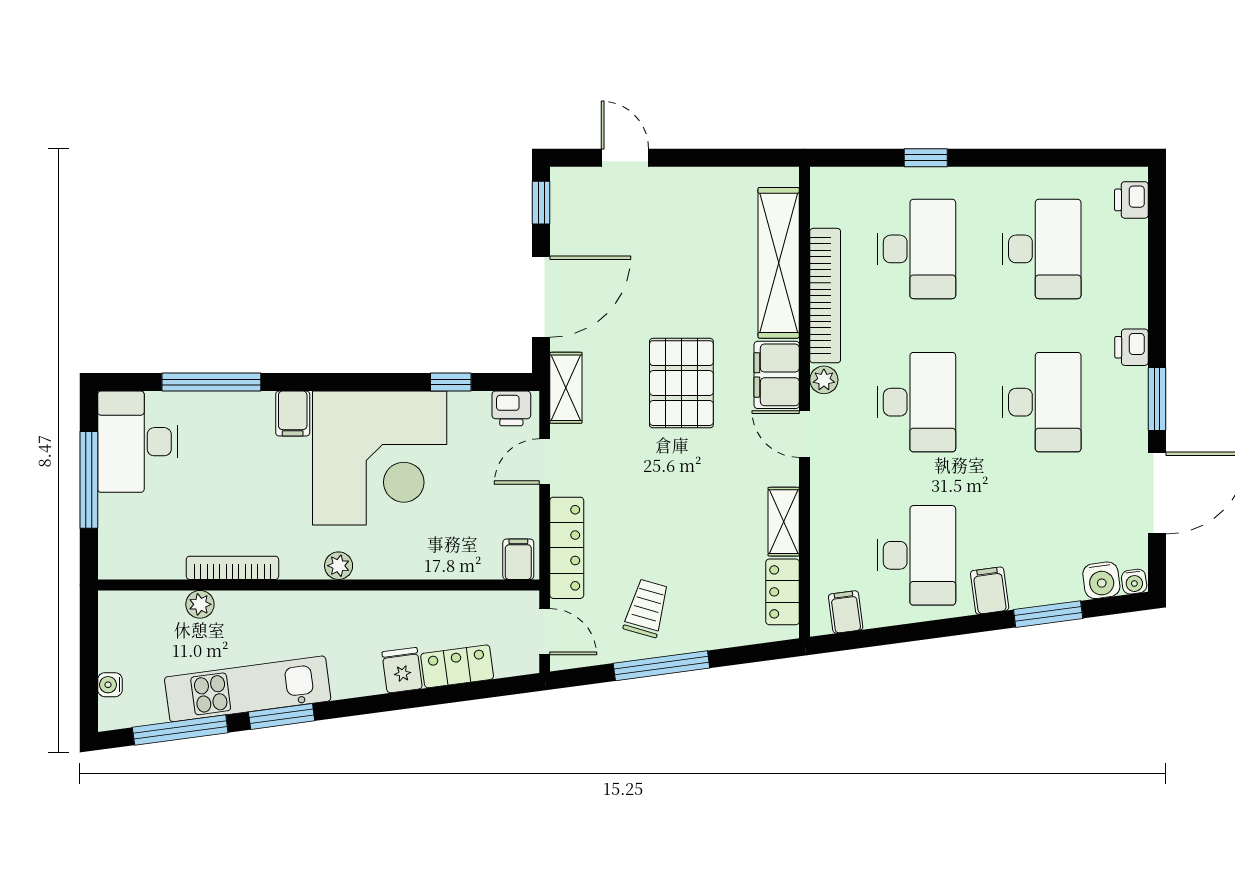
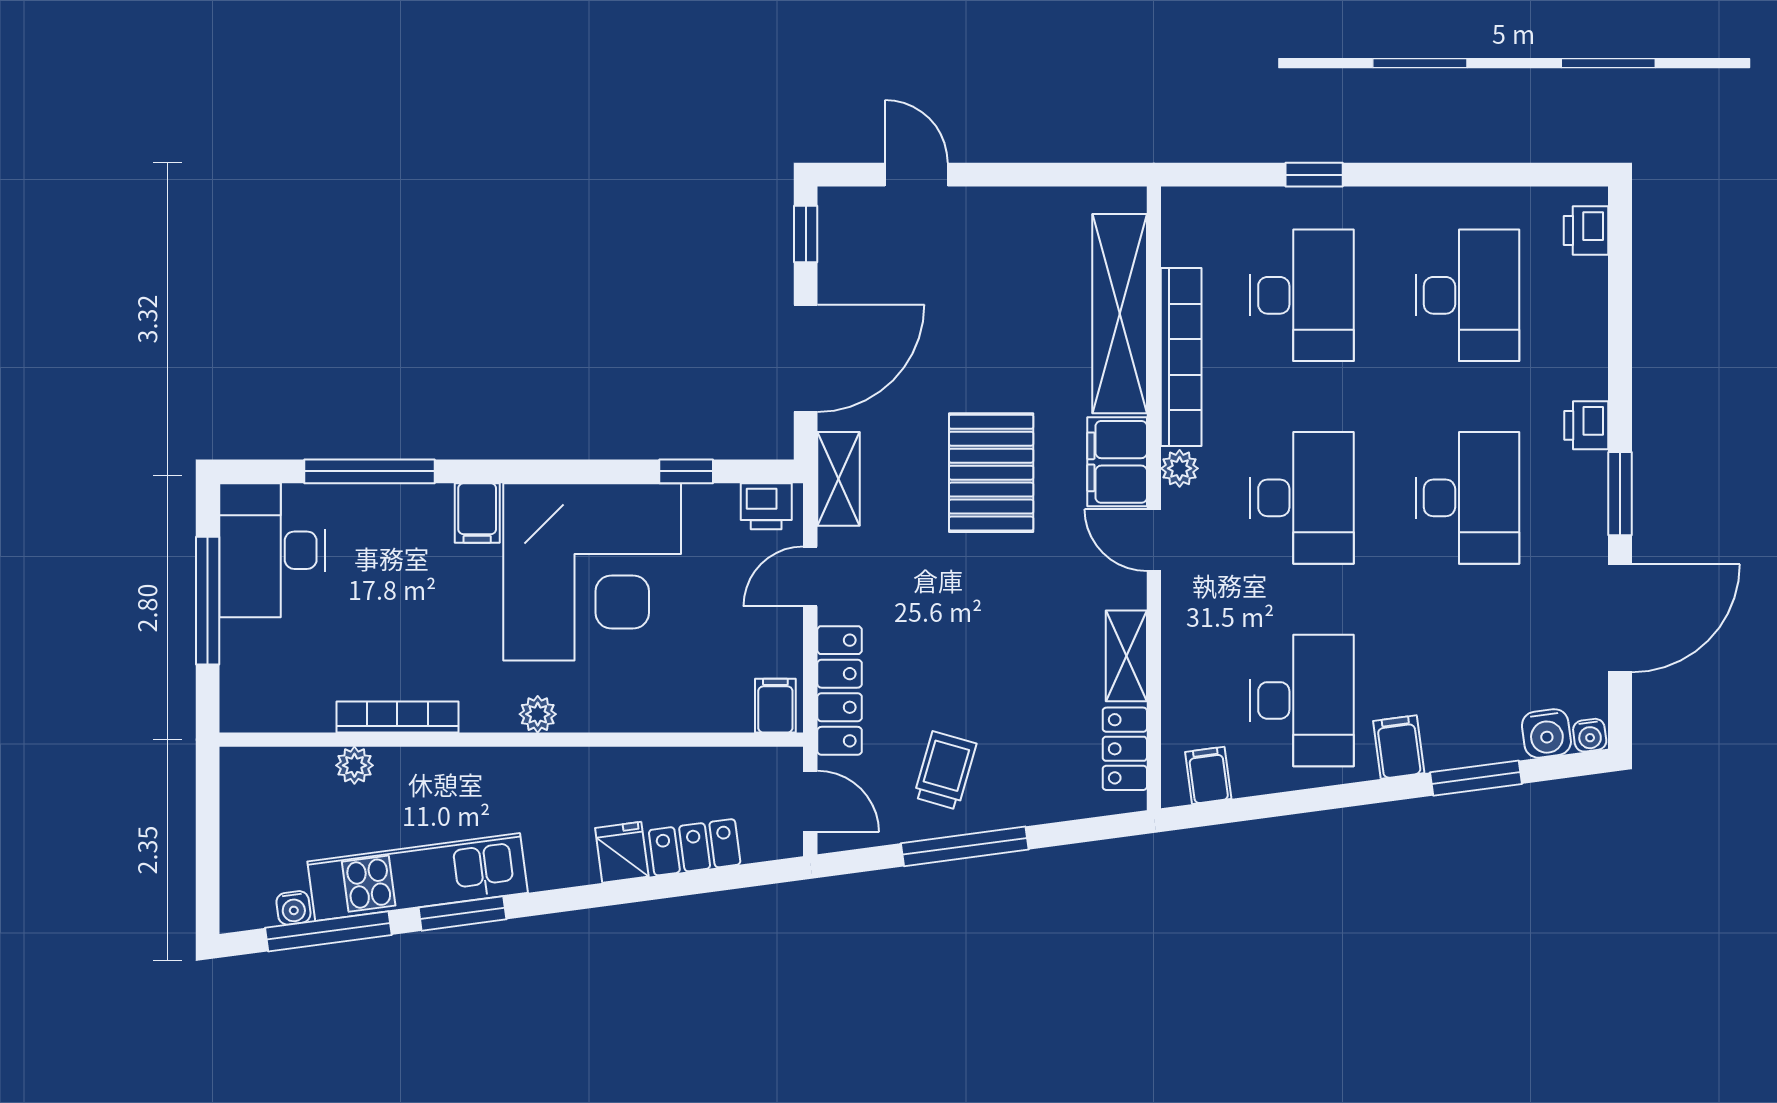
water cooler: (110, 685) -> (293, 908), moved, turned -98

